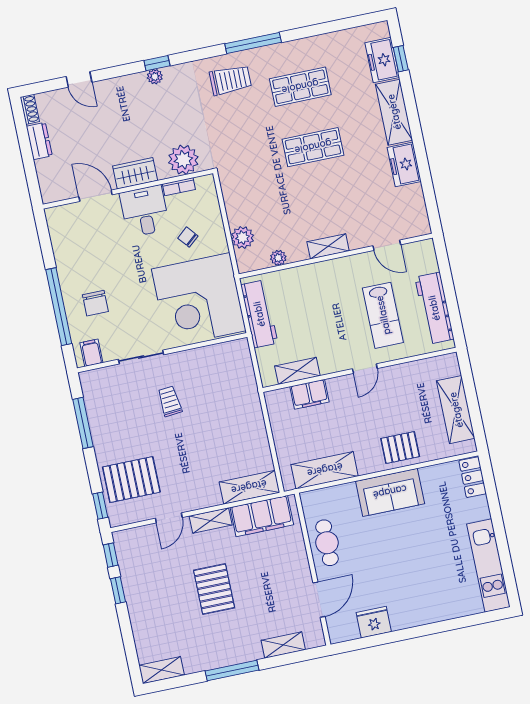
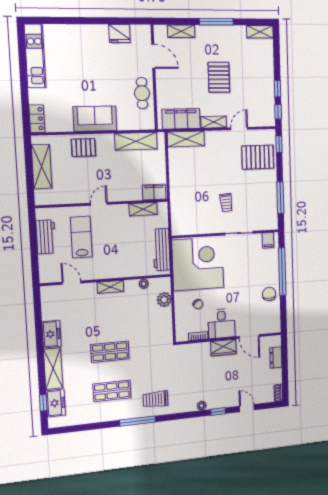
window: (157, 63) -> (218, 411), moved
dresser: (39, 141) -> (276, 358), moved
plant: (183, 160) -> (193, 353), removed
chair: (95, 303) -> (269, 294), moved
workbench: (434, 308) -> (46, 237), width x0.73
filing cabinet: (310, 394) -> (154, 192), moved
door: (319, 600) -> (153, 56), swing flipped

